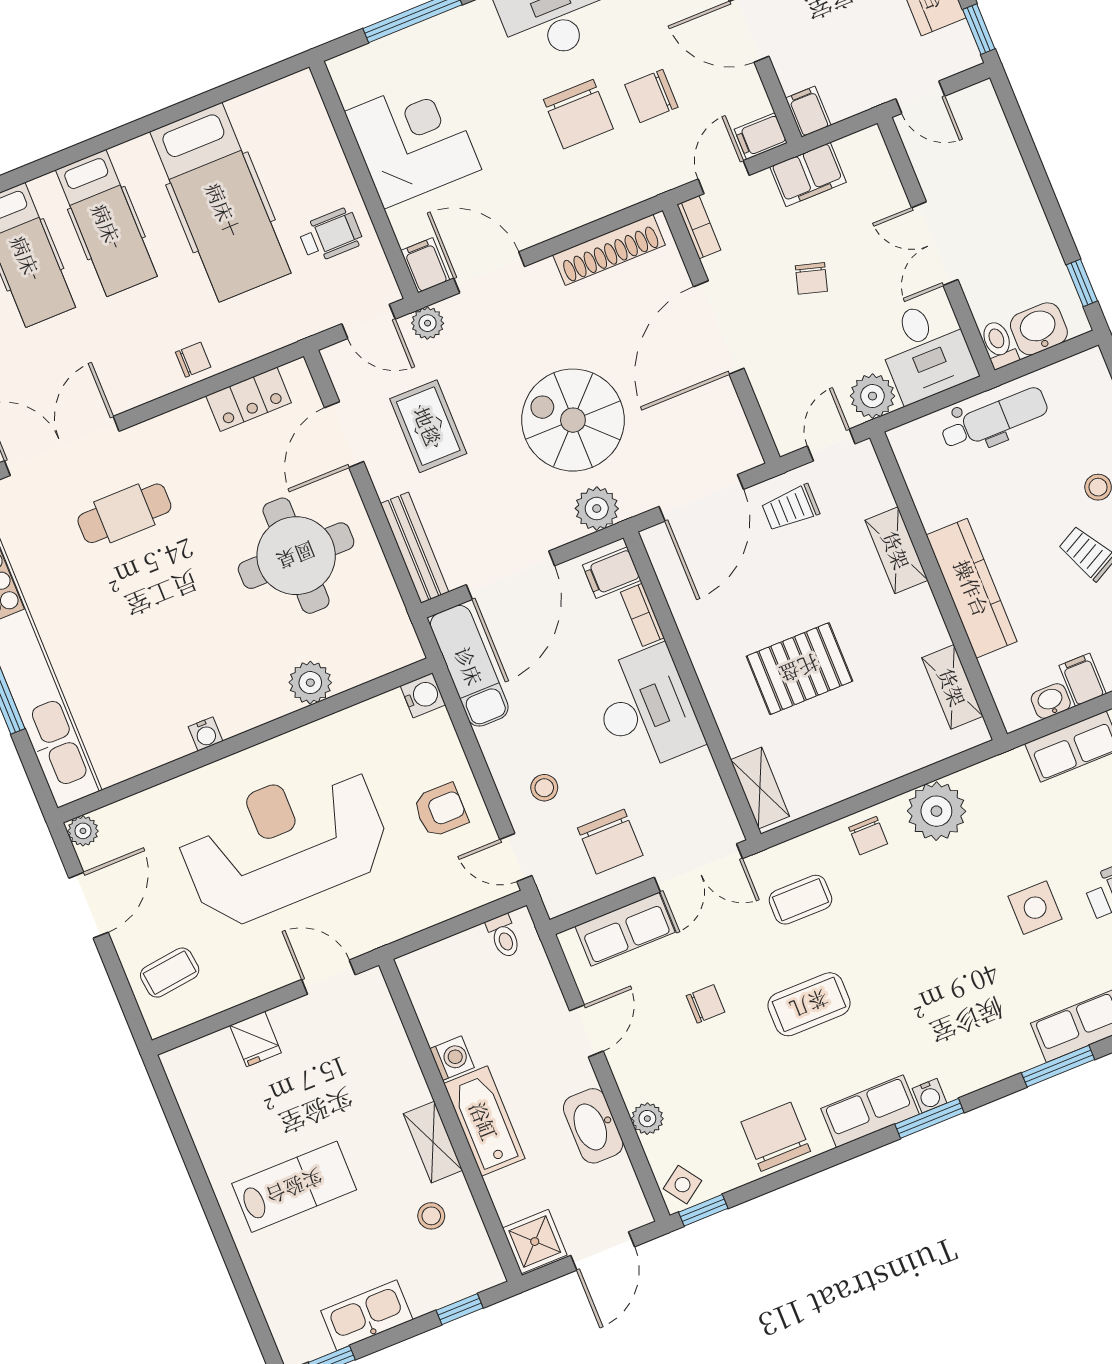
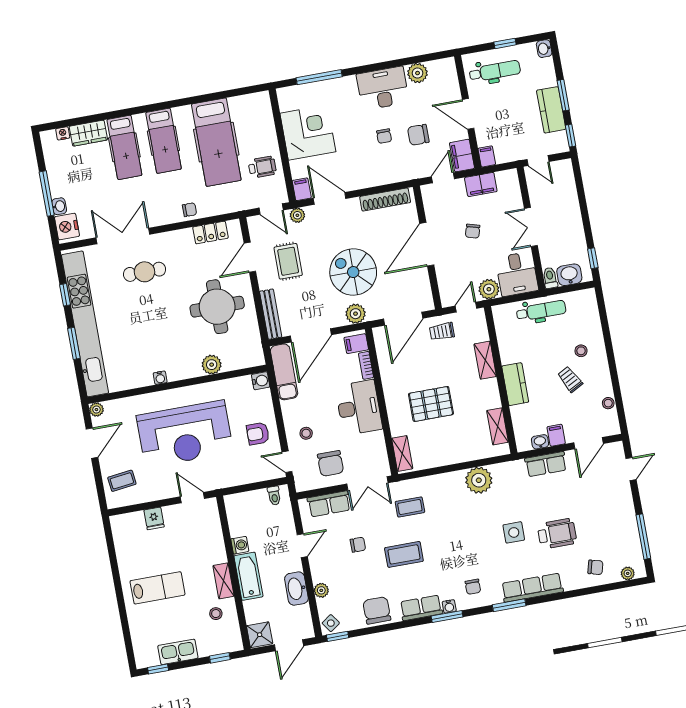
chair: (578, 114) -> (384, 136), width x0.54, depth x0.54
filing cabinet: (761, 136) -> (462, 156), width x2.00
bookcase: (699, 227) -> (427, 198), removed
kitchen counter: (972, 588) -> (515, 384), width x0.67
armchair: (441, 810) -> (258, 434), turned 180
chair: (868, 836) -> (473, 587), moved
reception desk: (284, 843) -> (185, 434), turned 180

